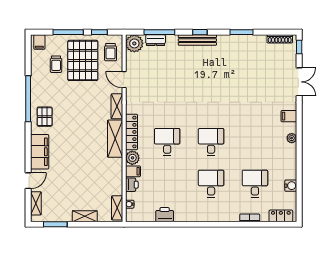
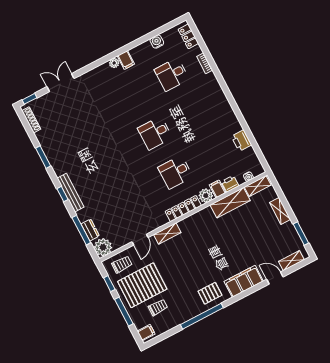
filing cabinet: (289, 116) -> (126, 60), moved
shelving: (115, 139) -> (230, 203), moved
desk: (211, 184) -> (192, 114), removed

